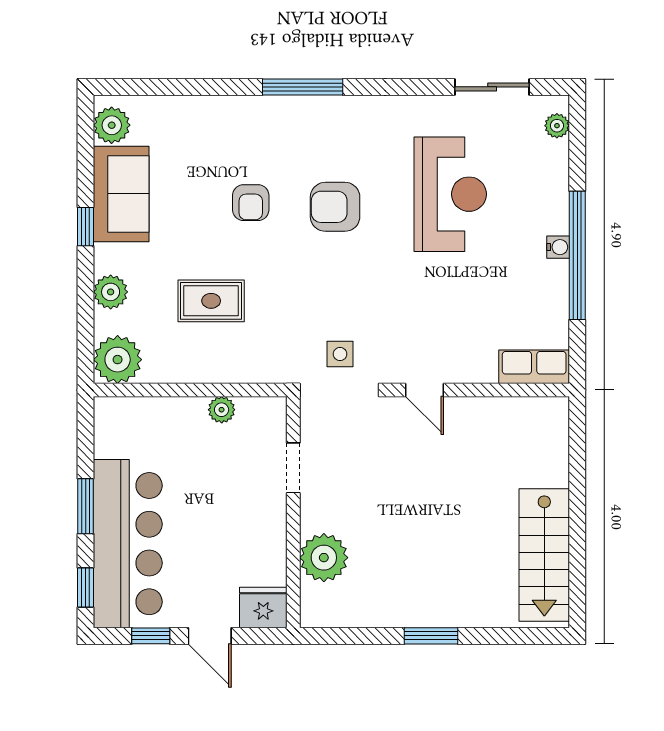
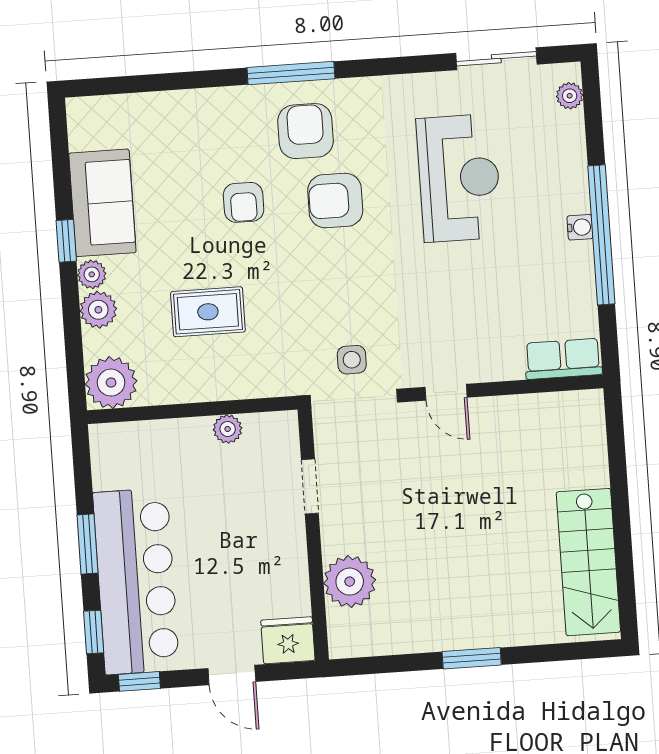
plant: (112, 125) -> (92, 274), moved, width x0.73, depth x0.73
armchair: (312, 141) -> (305, 131), added
window: (151, 636) -> (139, 681), moved

